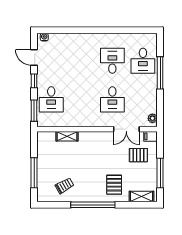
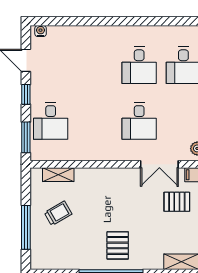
desk: (112, 61) -> (139, 65), turned 180
shelving: (67, 136) -> (58, 175), moved
pallet: (114, 185) -> (118, 245), moved
trolley: (65, 186) -> (58, 213), moved

